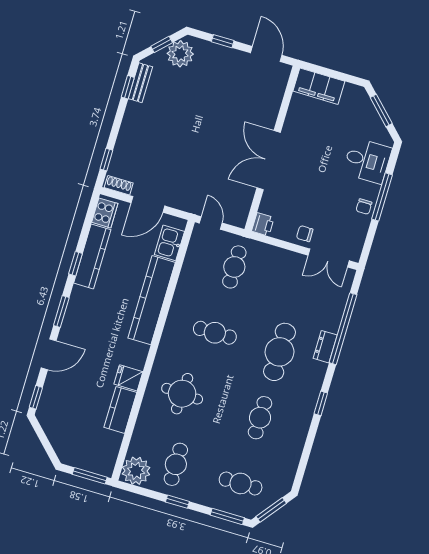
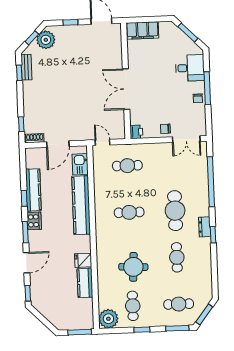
cooker: (105, 213) -> (34, 221), moved
cafe table: (234, 267) -> (127, 166), turned 90
dresser: (325, 347) -> (205, 227), moved
round table: (182, 394) -> (133, 267), moved

